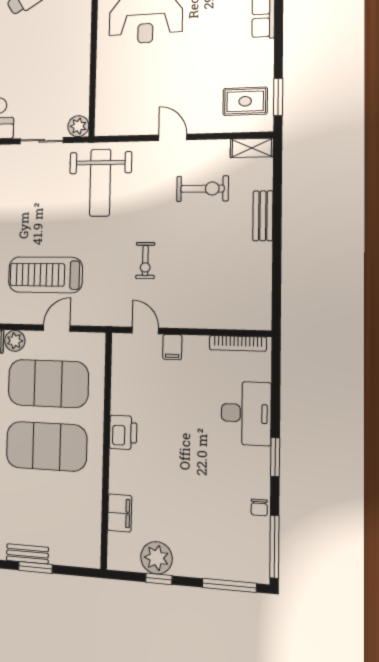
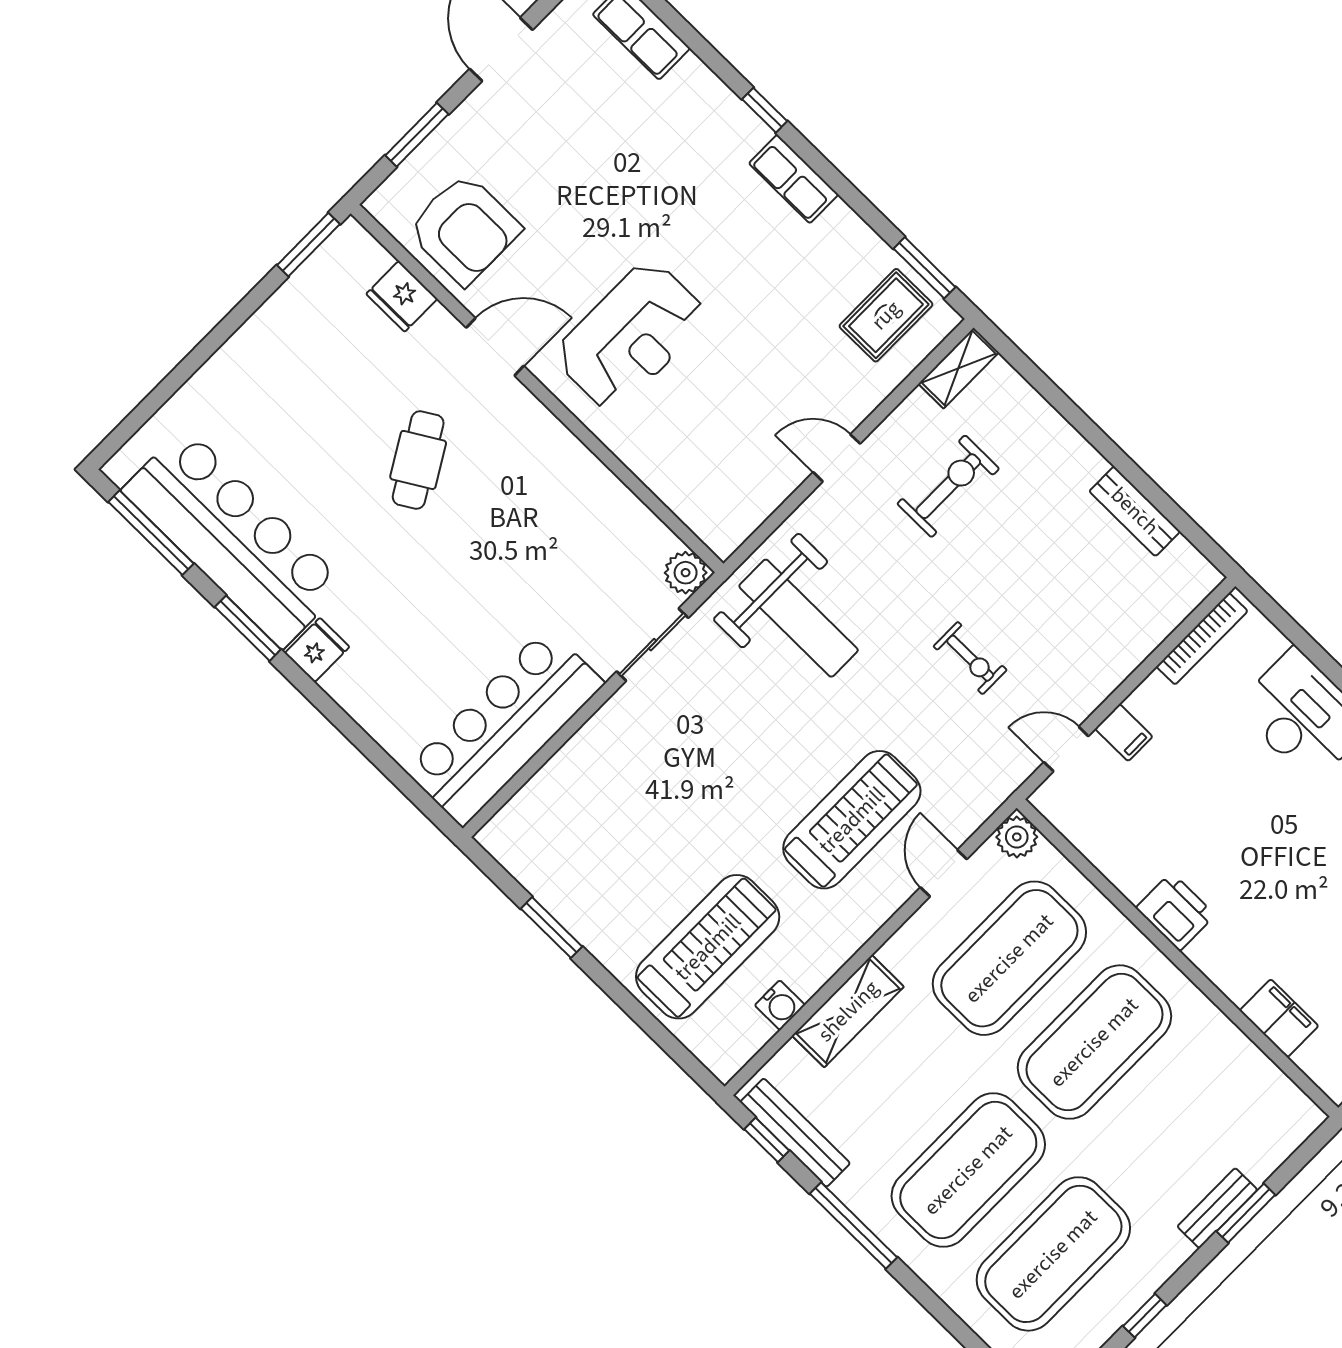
bench: (263, 216) -> (1135, 511), moved
treadmill: (45, 275) -> (852, 820), turned 180
plant: (15, 341) -> (1017, 837), moved

